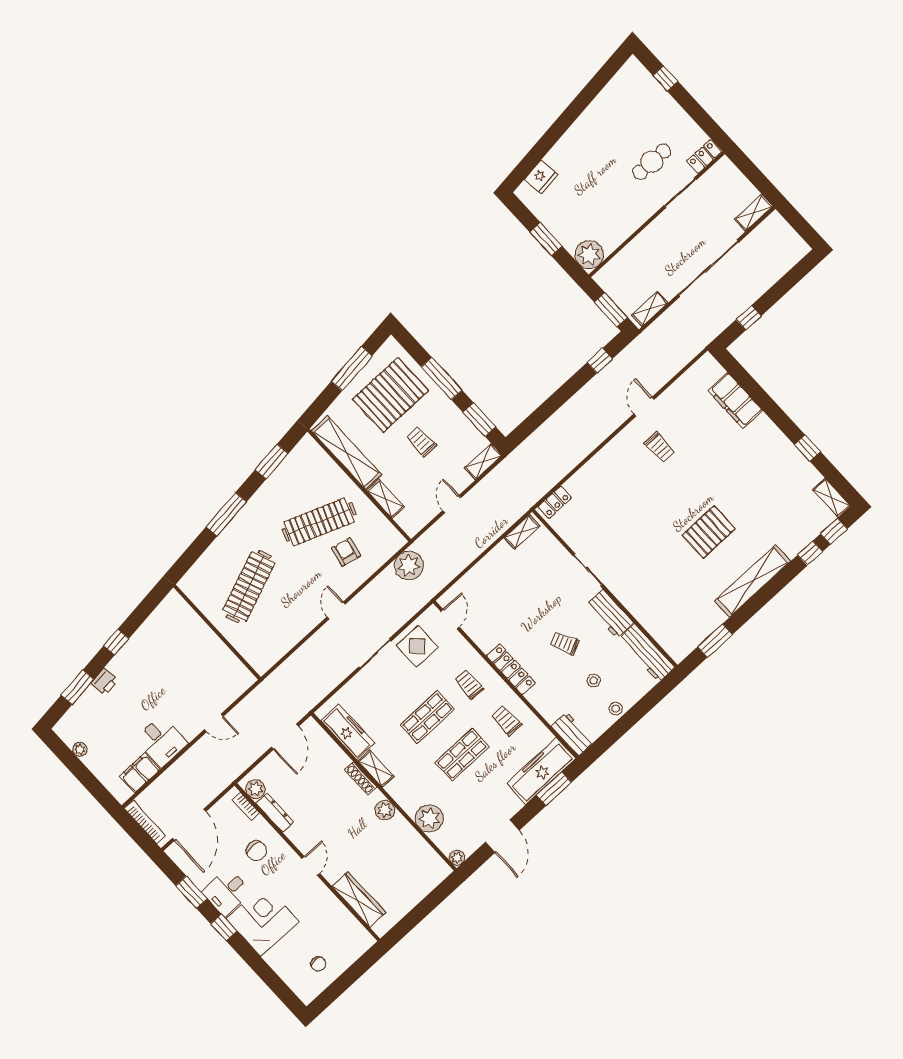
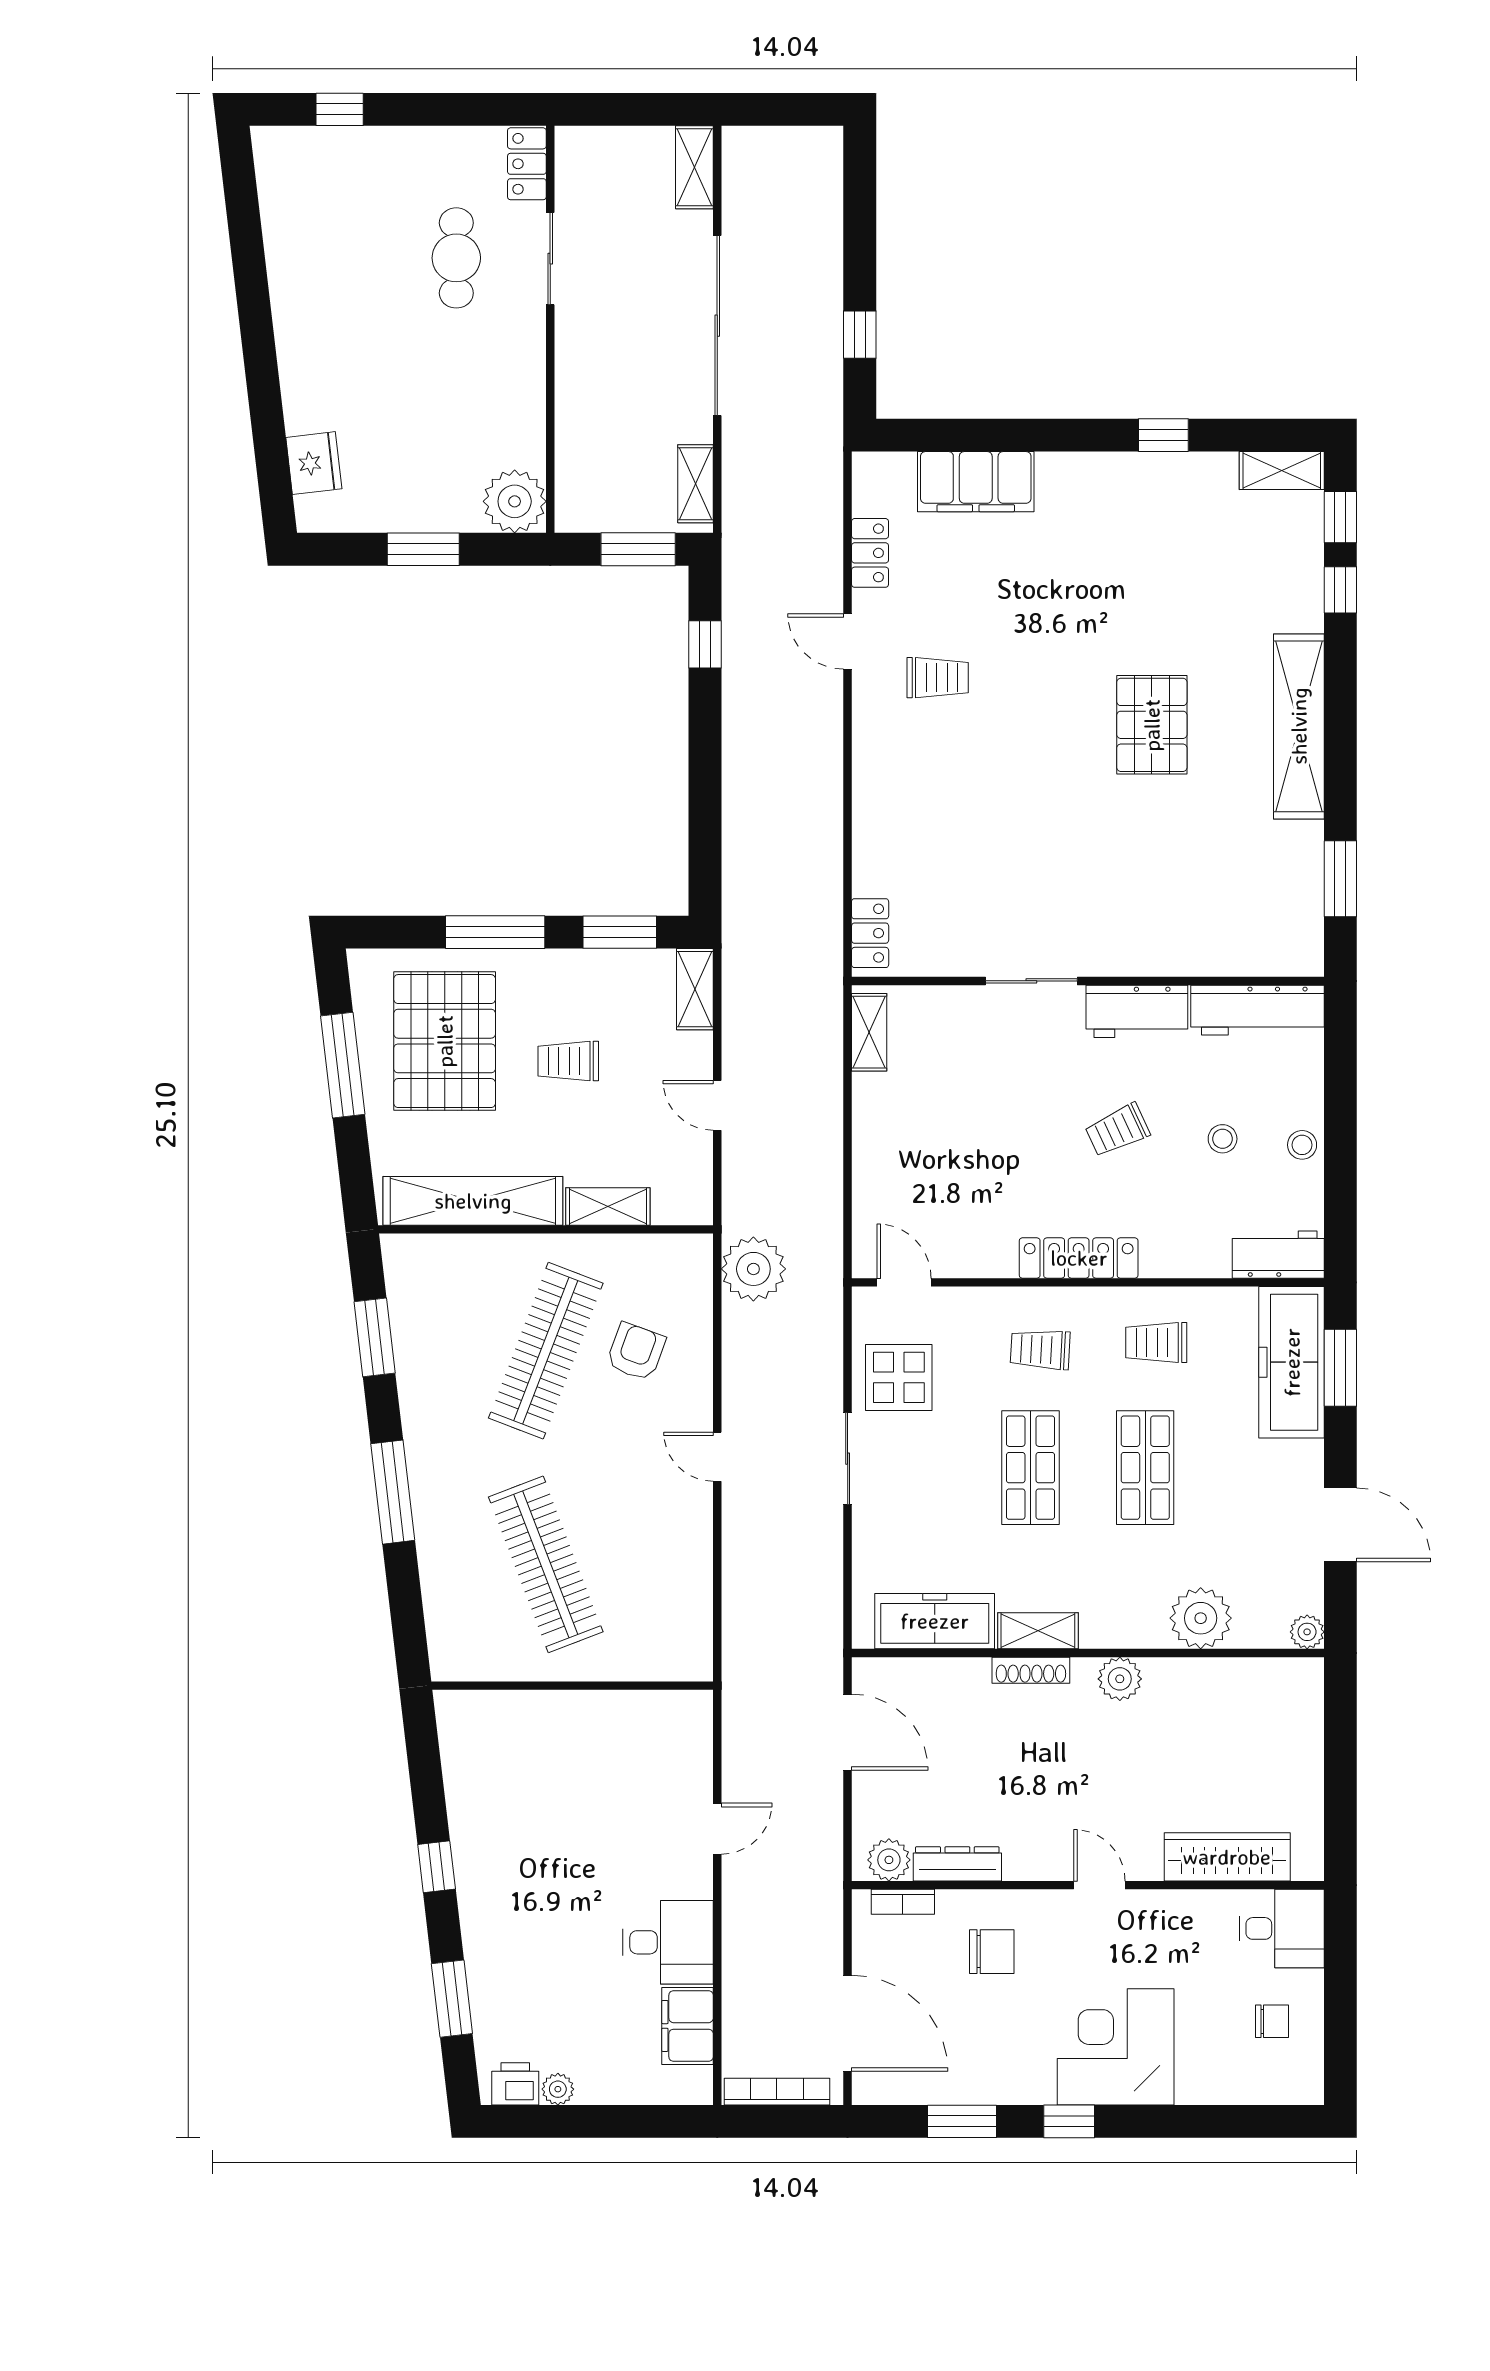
locker: (680, 387) -> (870, 553), added
armchair: (346, 552) -> (636, 1352), turned 97
printer: (104, 682) -> (515, 2084), moved, turned -83
desk: (227, 892) -> (1282, 1928), moved, turned -90

